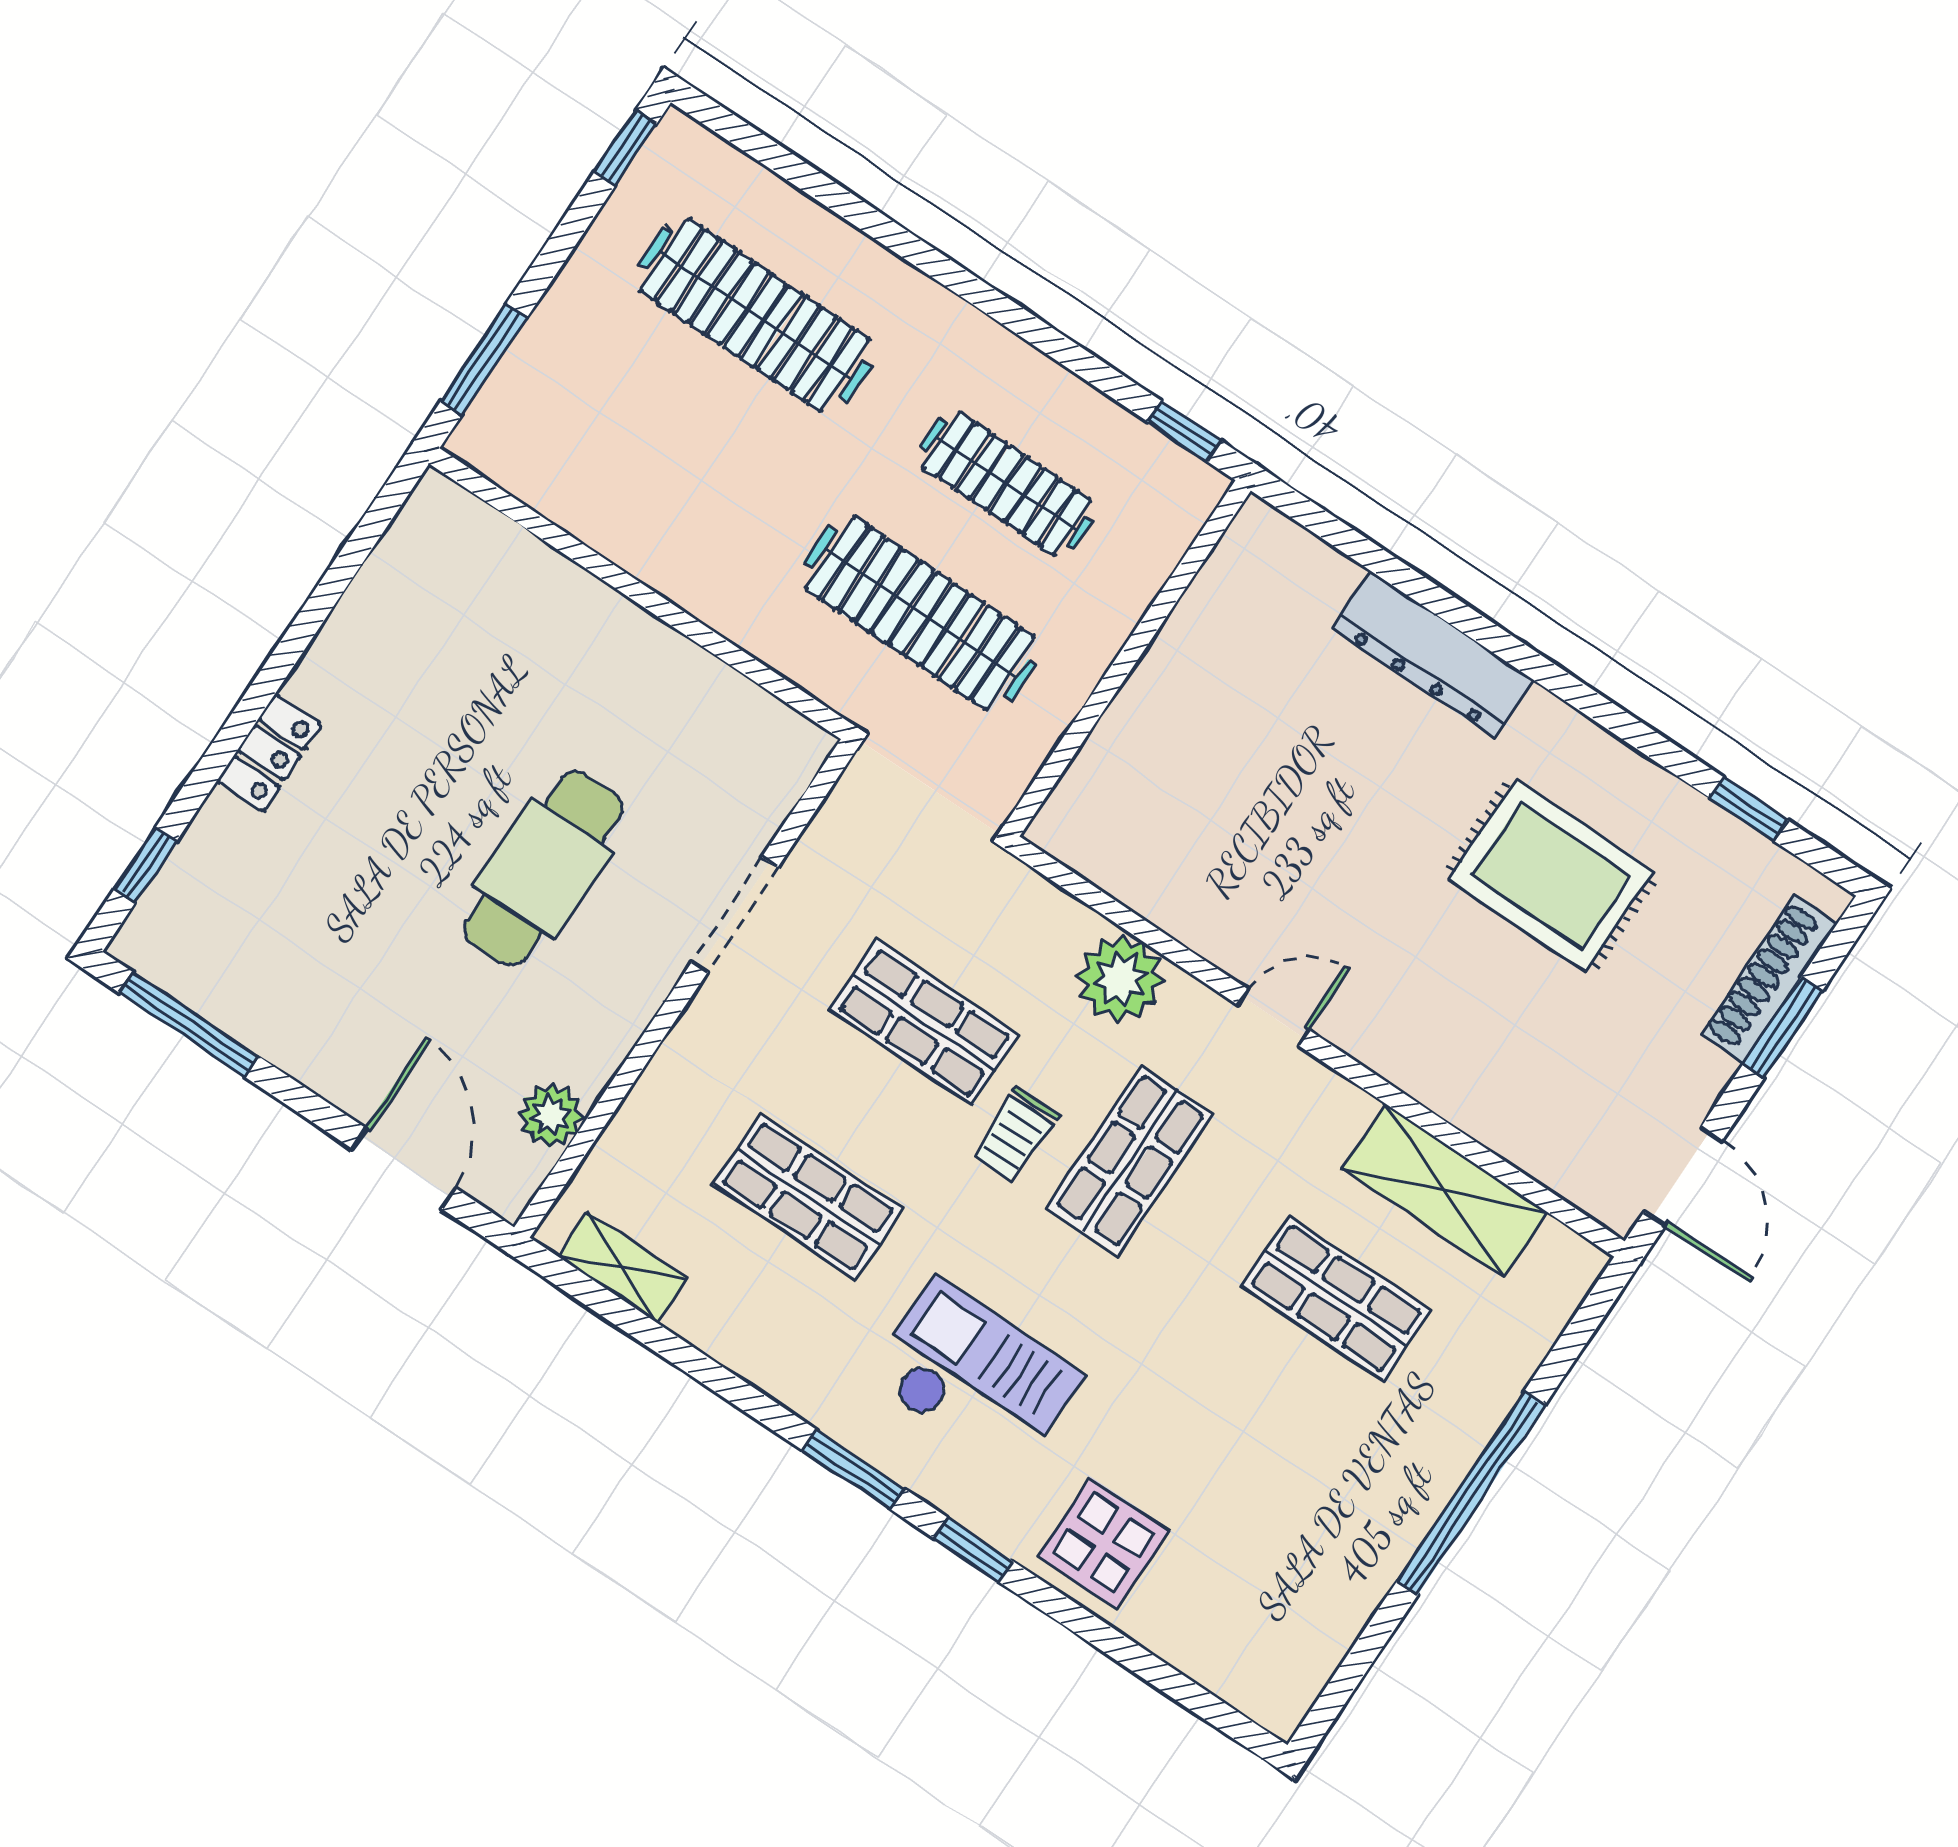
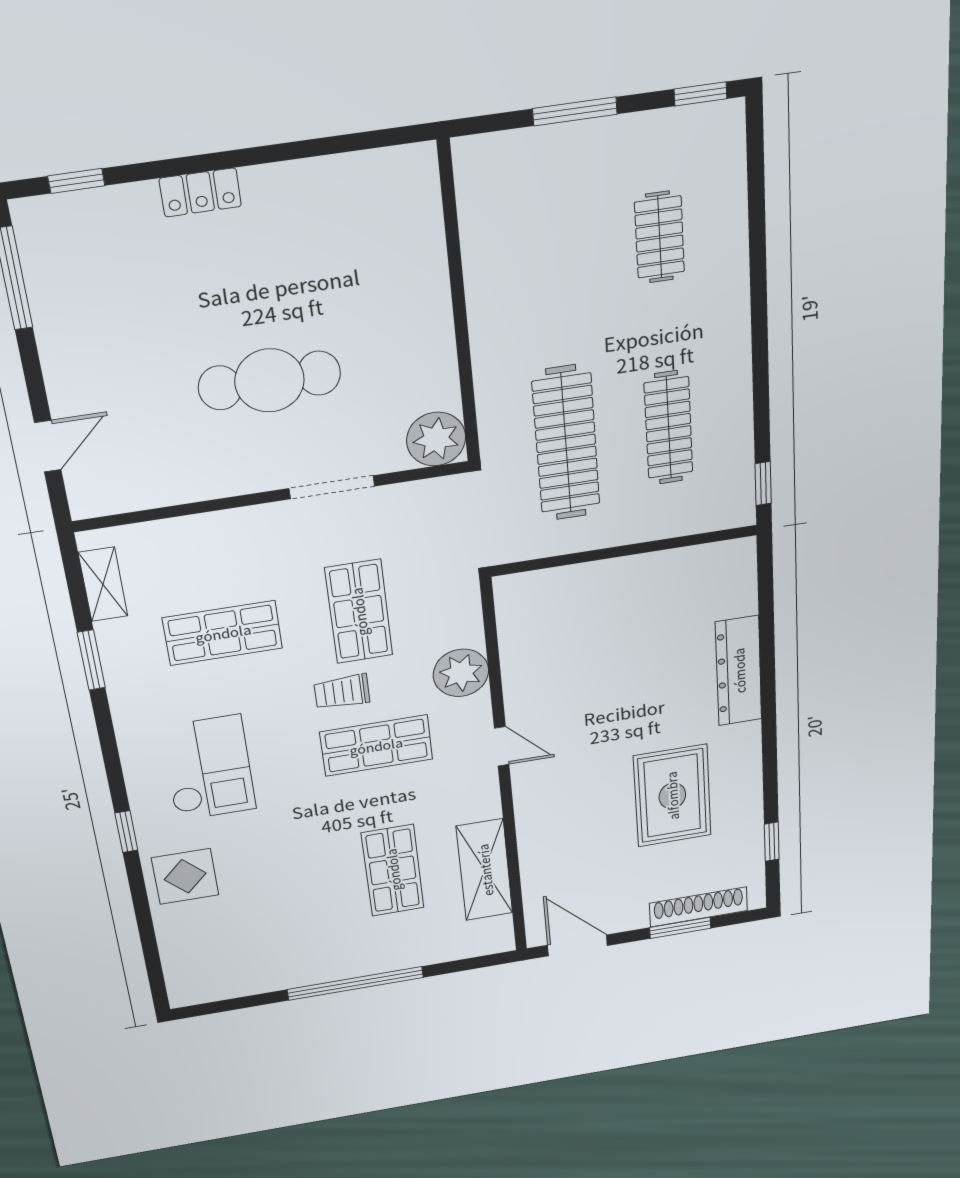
clothes rail: (755, 315) -> (659, 237), width x0.54, depth x0.76
window: (484, 359) -> (575, 111), moved
plant: (551, 1115) -> (436, 439), moved, width x1.36, depth x1.36
door: (404, 1168) -> (48, 446), width x0.73
door: (1683, 1176) -> (578, 945), swing flipped
shop shelf: (808, 1196) -> (223, 633), turned 90
window: (853, 1469) -> (91, 660), moved

